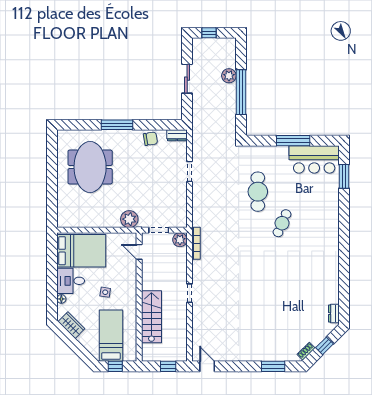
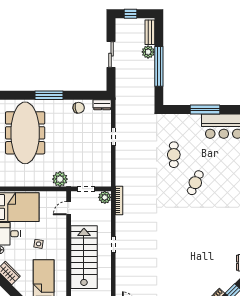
bench: (231, 54) -> (150, 32), added
meeting table: (90, 167) -> (25, 133), width x1.36
cafe table: (258, 192) -> (174, 155), width x0.73, depth x0.74
door: (139, 252) -> (69, 208), hinge flipped
stairs: (151, 317) -> (84, 257), width x1.36, depth x1.51

